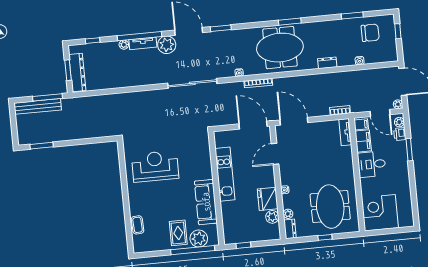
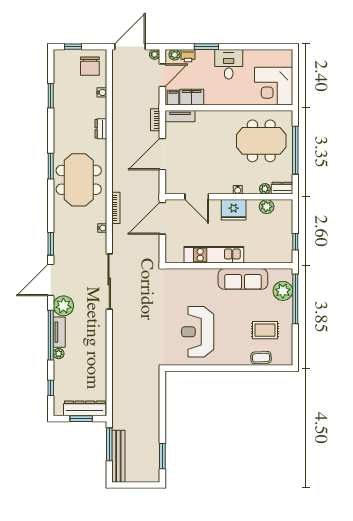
chair: (370, 33) -> (90, 66), moved, turned 180
door: (294, 121) -> (162, 154), moved
desk: (372, 164) -> (229, 64), moved, turned 180
fridge: (268, 199) -> (234, 210), moved
rug: (178, 233) -> (265, 330), moved
window: (325, 237) -> (295, 150), width x3.17

